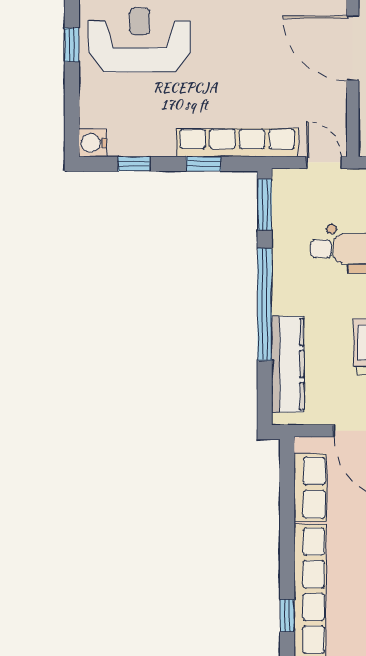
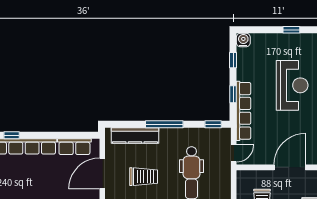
reception desk: (140, 40) -> (292, 85), moved
window: (265, 205) -> (213, 124), width x0.67
window: (265, 304) -> (164, 124), width x0.68

